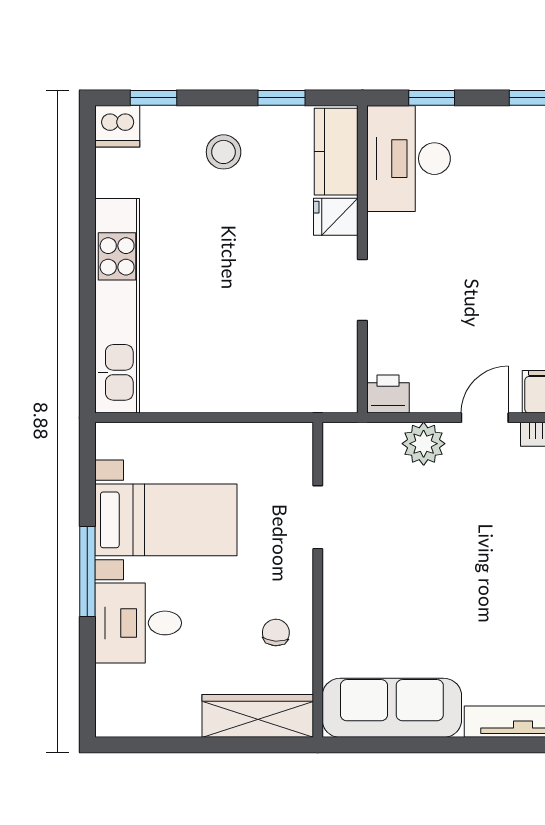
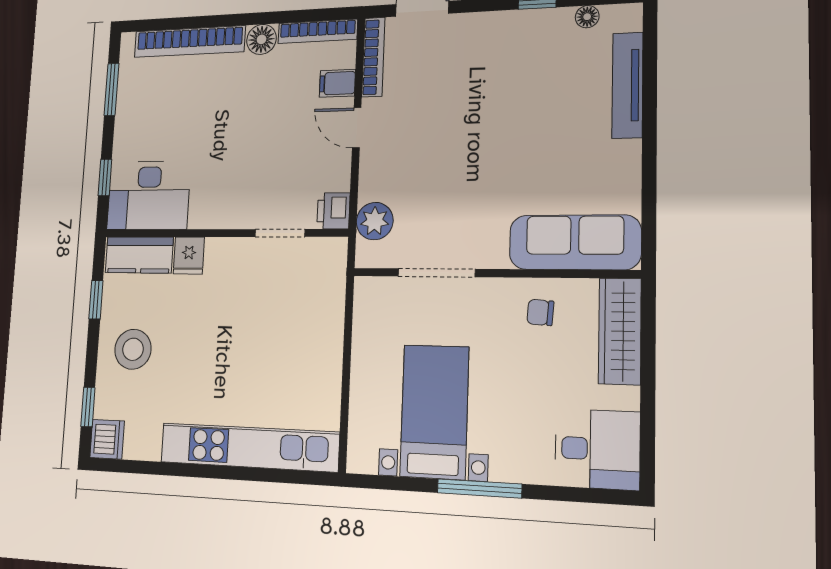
stool: (224, 152) -> (133, 349), width x1.38, depth x1.38
doorway: (362, 290) -> (280, 233), moved
plant: (424, 444) -> (375, 221), moved
doorway: (318, 517) -> (436, 273), width x1.38
desk: (138, 623) -> (597, 449), moved, turned -90
sofa: (392, 708) -> (575, 242), moved, turned 90

